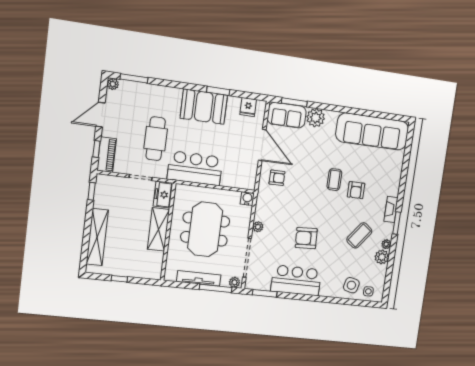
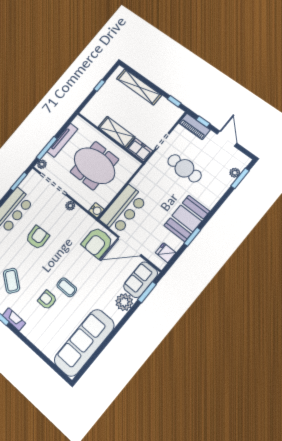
plant: (113, 84) -> (235, 173), moved
bar counter: (195, 168) -> (123, 209), moved
armchair: (277, 178) -> (97, 242), width x1.88, depth x1.88

